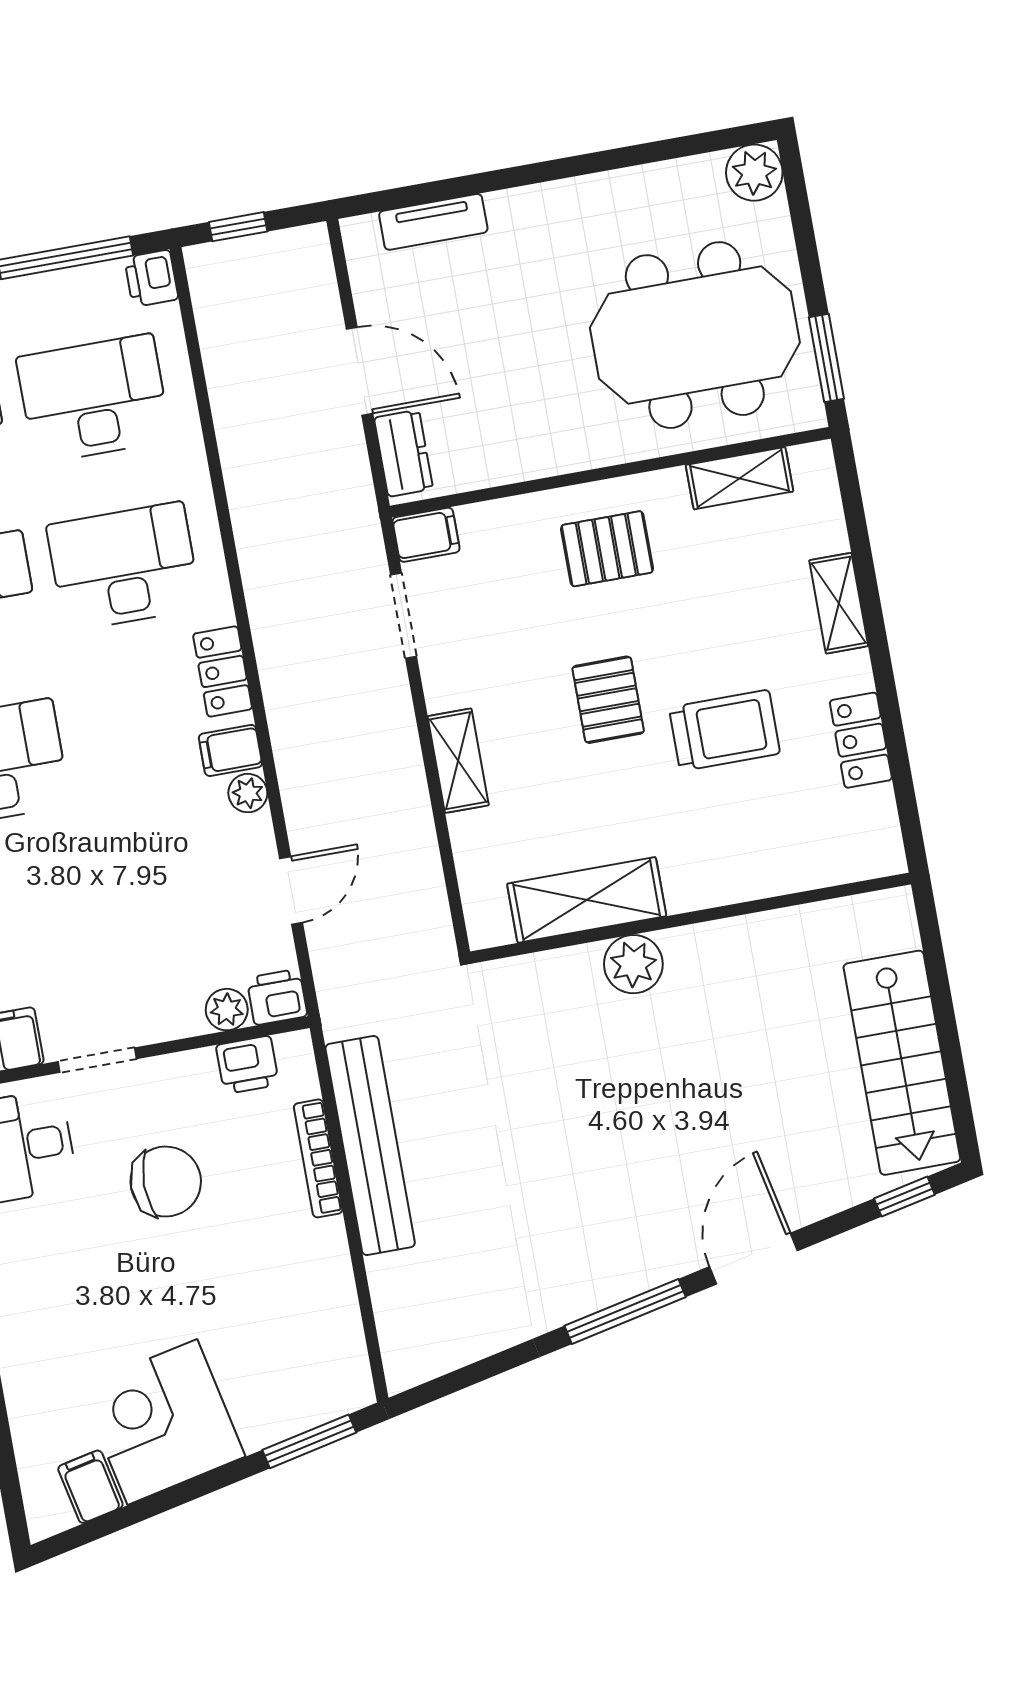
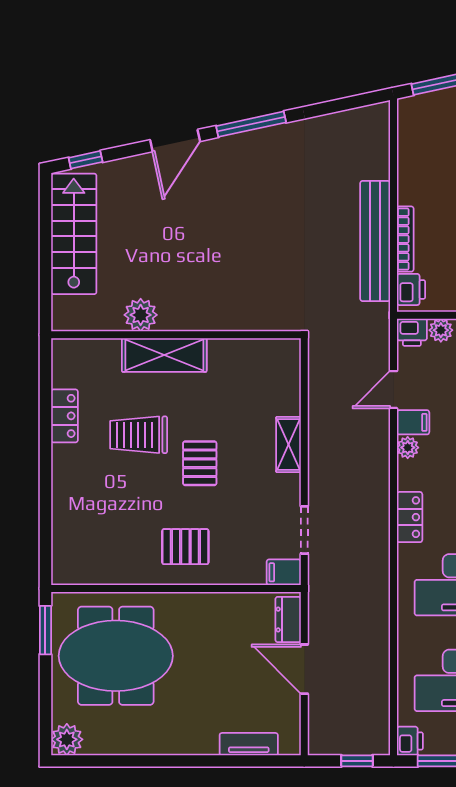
shelving: (739, 478) -> (105, 572), removed
shelving: (839, 603) -> (63, 494), removed
filing cabinet: (230, 750) -> (413, 422), moved
shelving: (587, 900) -> (164, 355), moved
plant: (633, 964) -> (141, 315), moved
printer: (247, 1065) -> (411, 289), moved, turned 90

